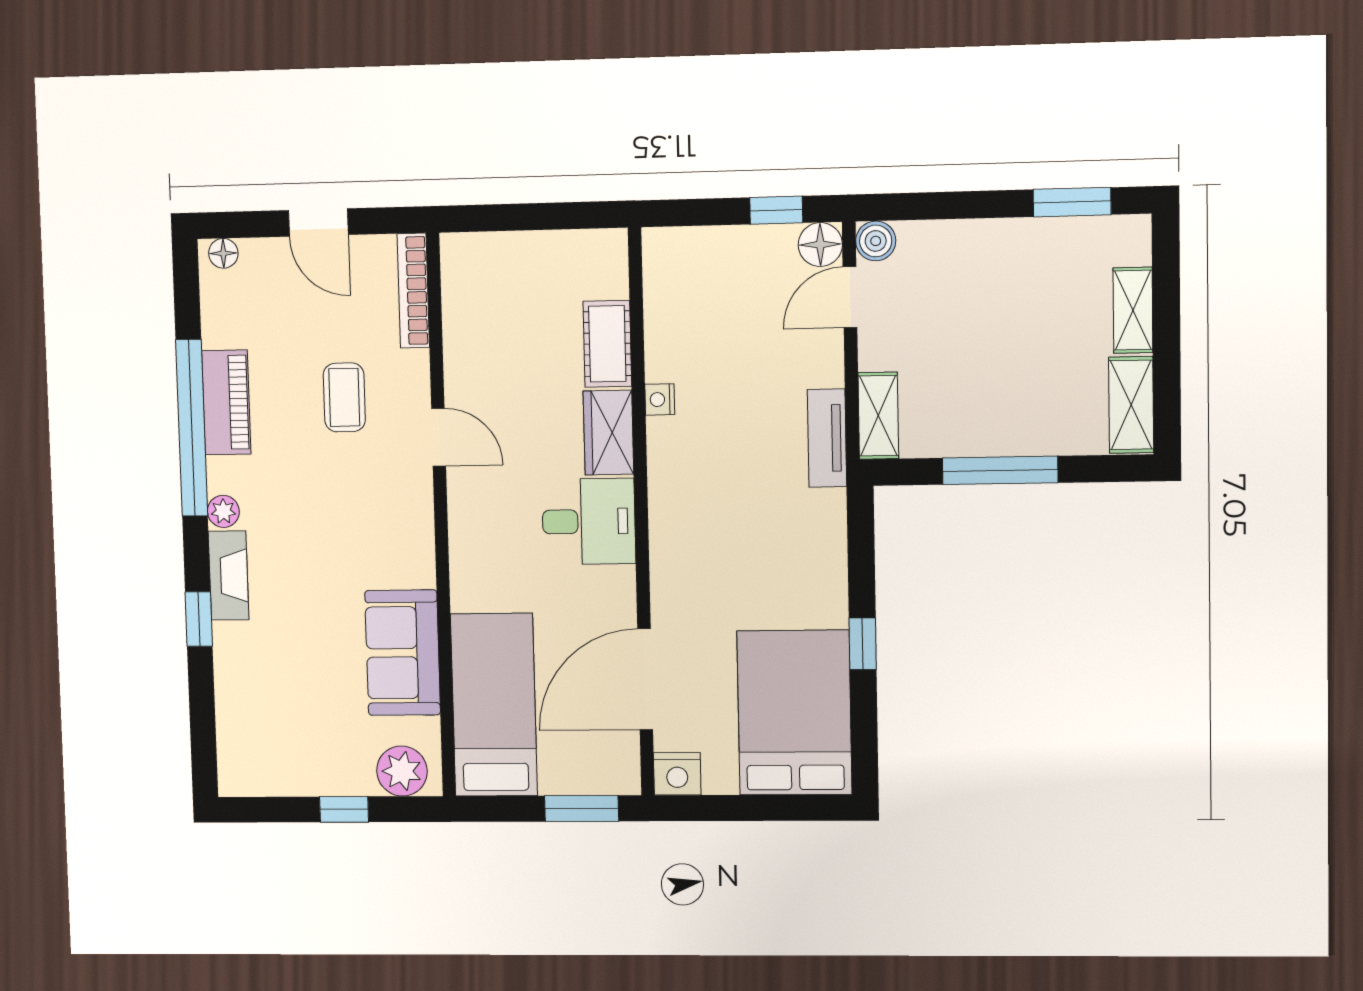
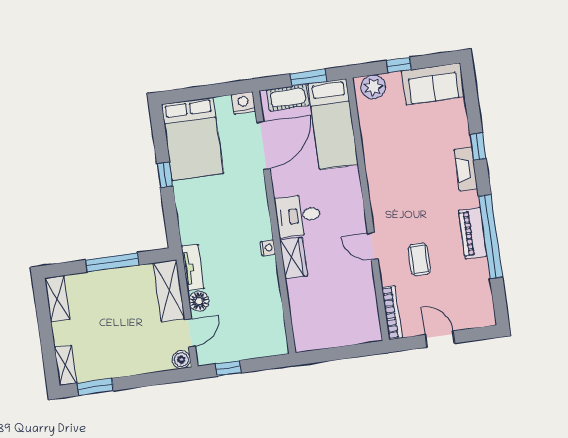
floor lamp: (820, 245) -> (199, 301), moved
floor lamp: (223, 253) -> (484, 320), removed
shelving: (1133, 310) -> (65, 365), moved
cot: (607, 344) -> (288, 98), moved, turned 90
nightstand: (660, 399) -> (268, 248), moved
piano: (226, 402) -> (473, 233), moved
shelving: (878, 416) -> (169, 291), width x1.50, depth x1.33
plant: (223, 511) -> (471, 199), removed
sofa: (403, 653) -> (433, 84), moved, turned 90
window: (582, 808) -> (308, 78), moved

